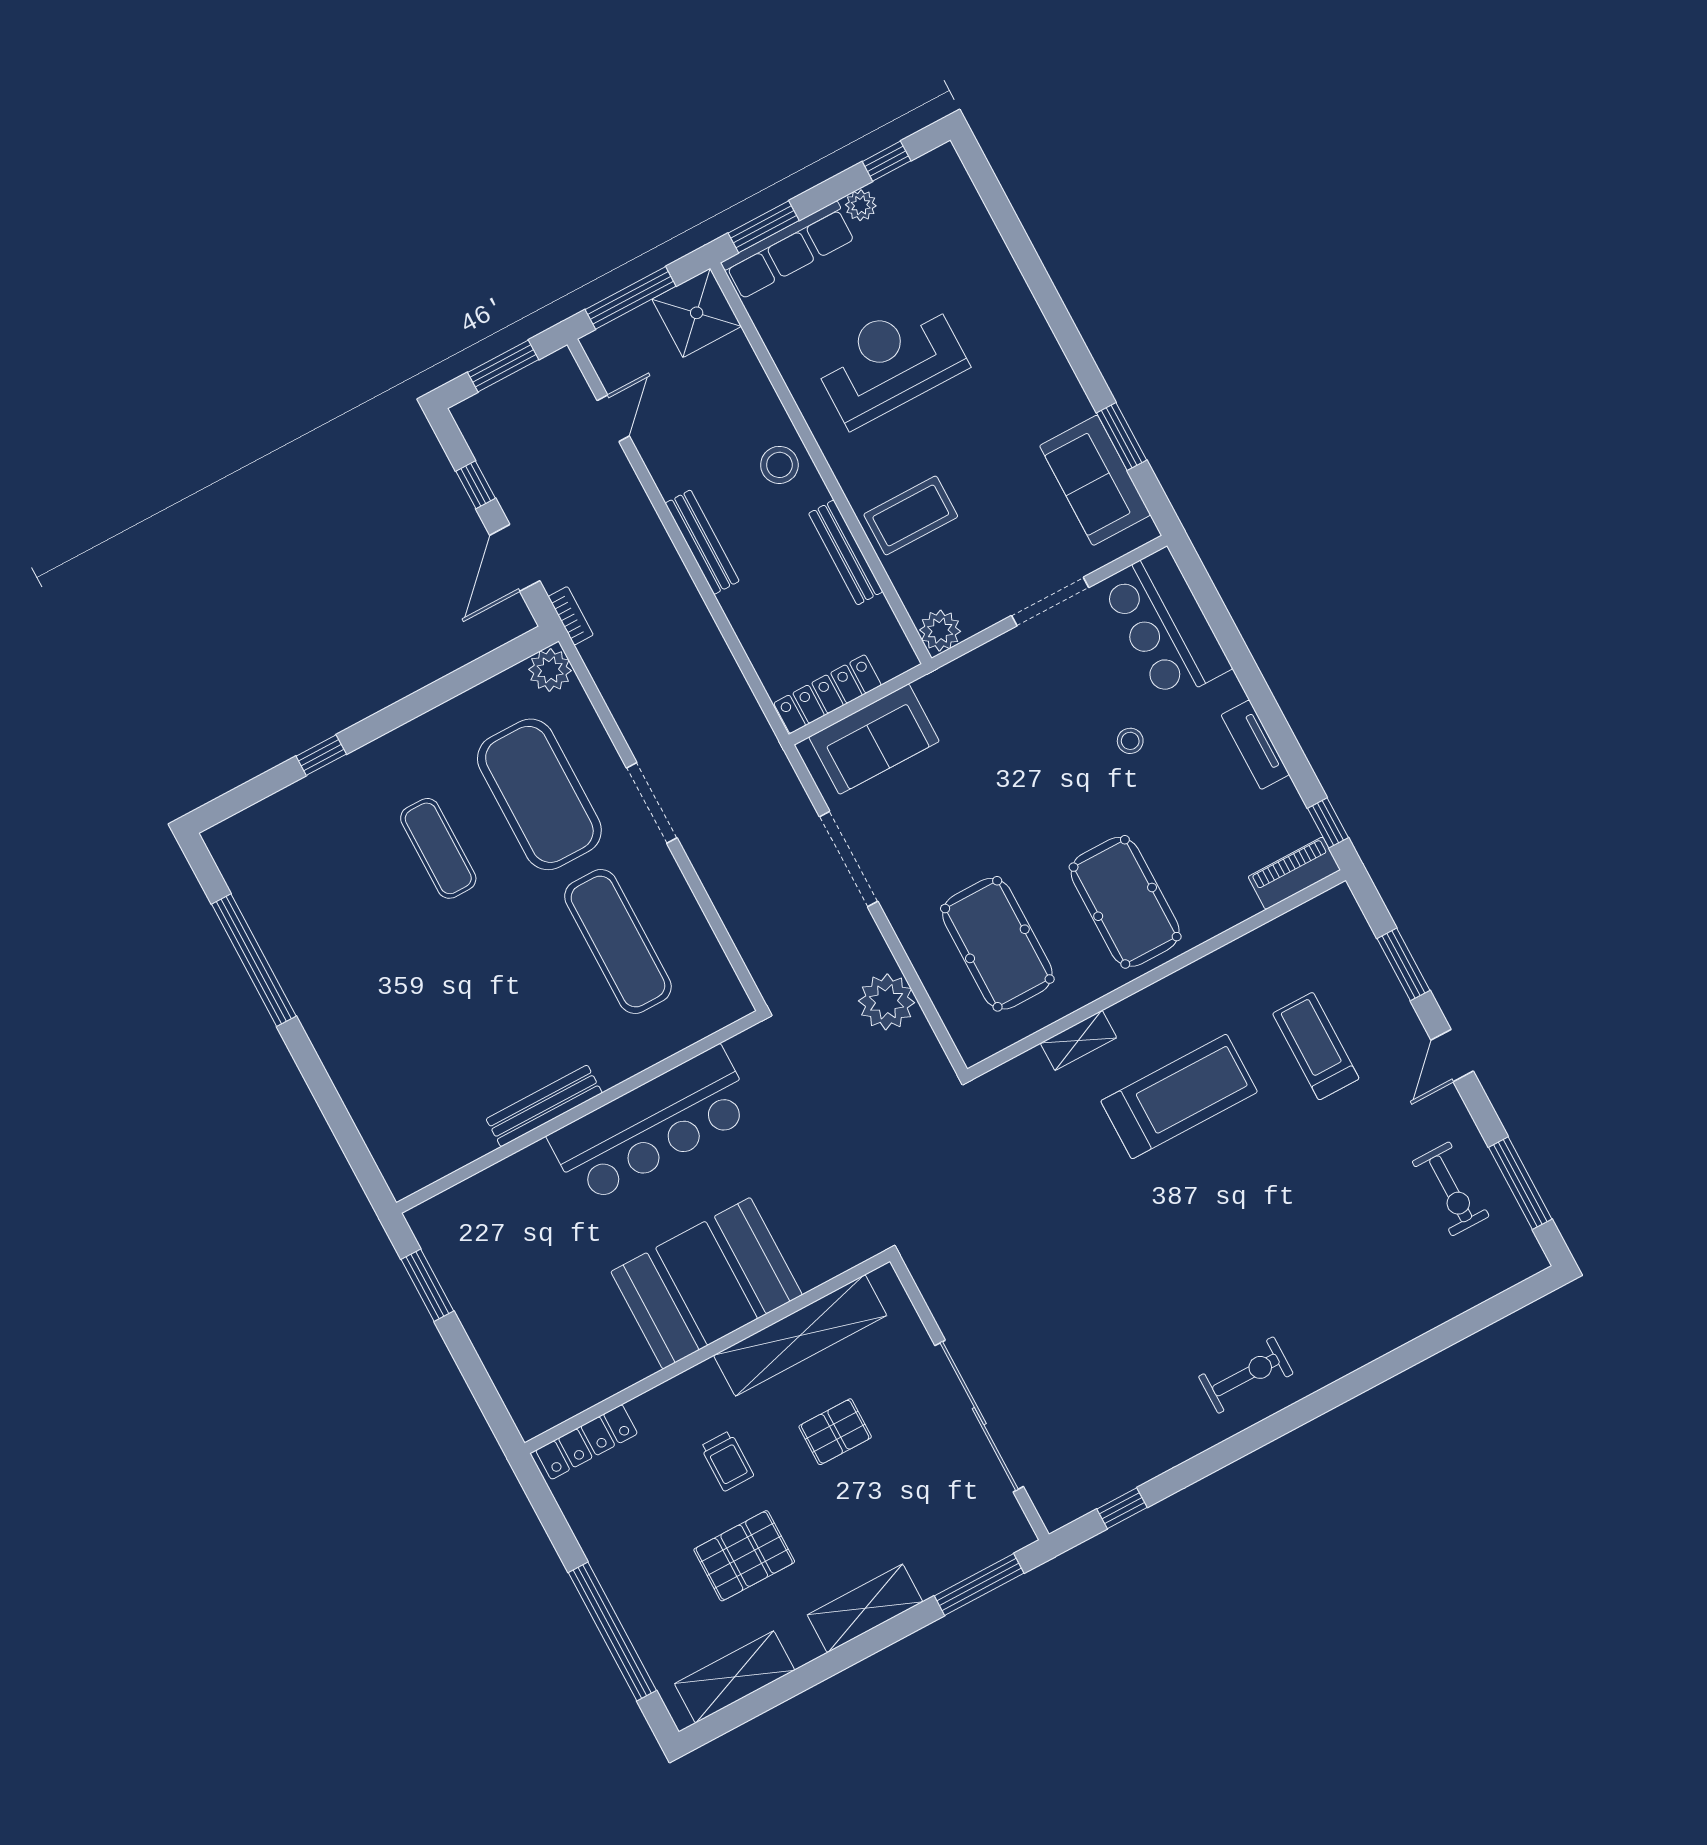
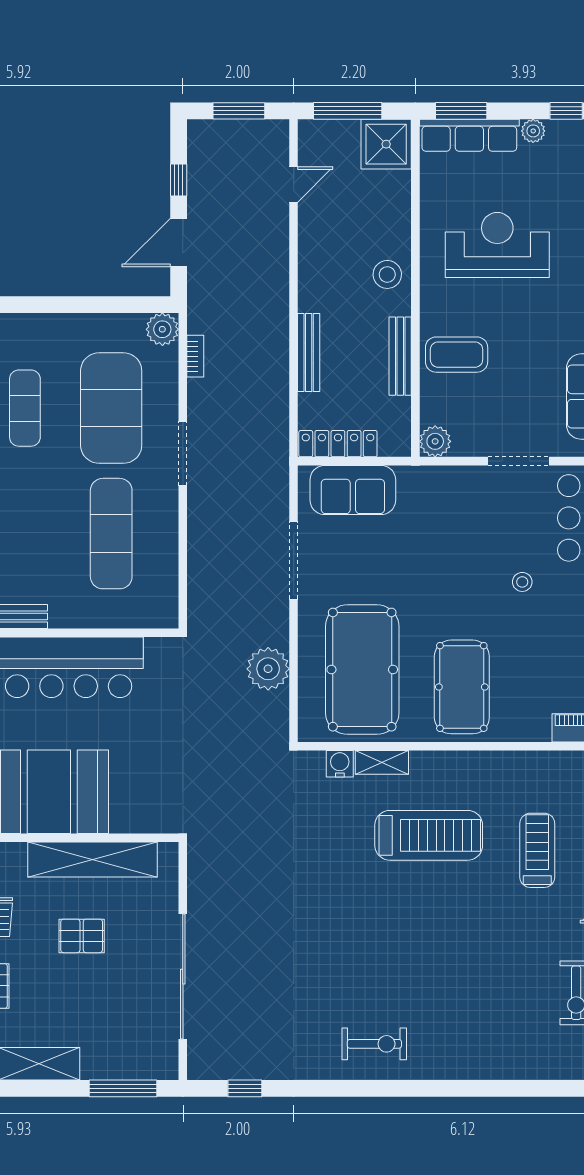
bench: (702, 542) -> (309, 353), moved
bookcase: (571, 616) -> (195, 356), moved
pool table: (997, 944) -> (362, 670), width x1.36, depth x1.32
water cooler: (1030, 1068) -> (340, 764), added

